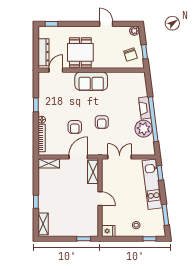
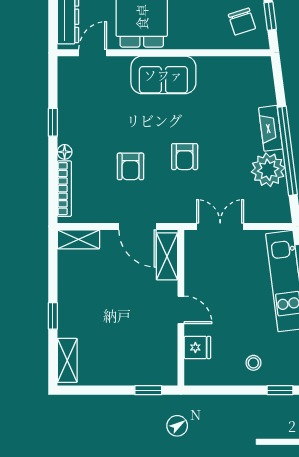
door: (78, 157) -> (137, 226), swing flipped
fridge: (108, 231) -> (197, 347), moved

